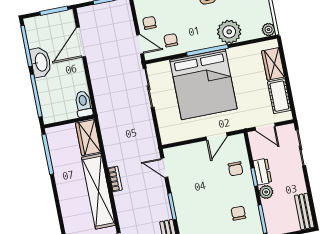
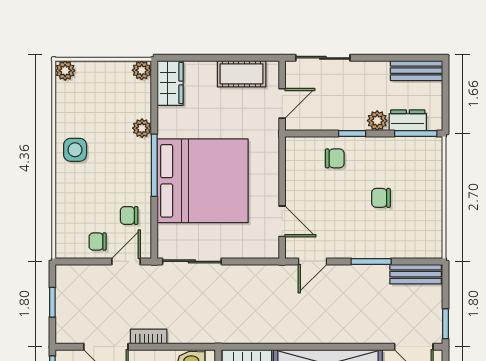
plant: (229, 32) -> (142, 128), width x0.53, depth x0.53
wardrobe: (273, 64) -> (170, 83), moved, turned -90
door: (216, 136) -> (282, 221), moved
dresser: (262, 172) -> (408, 120), moved
bookcase: (115, 179) -> (149, 337), moved
chair: (238, 213) -> (381, 198), moved

